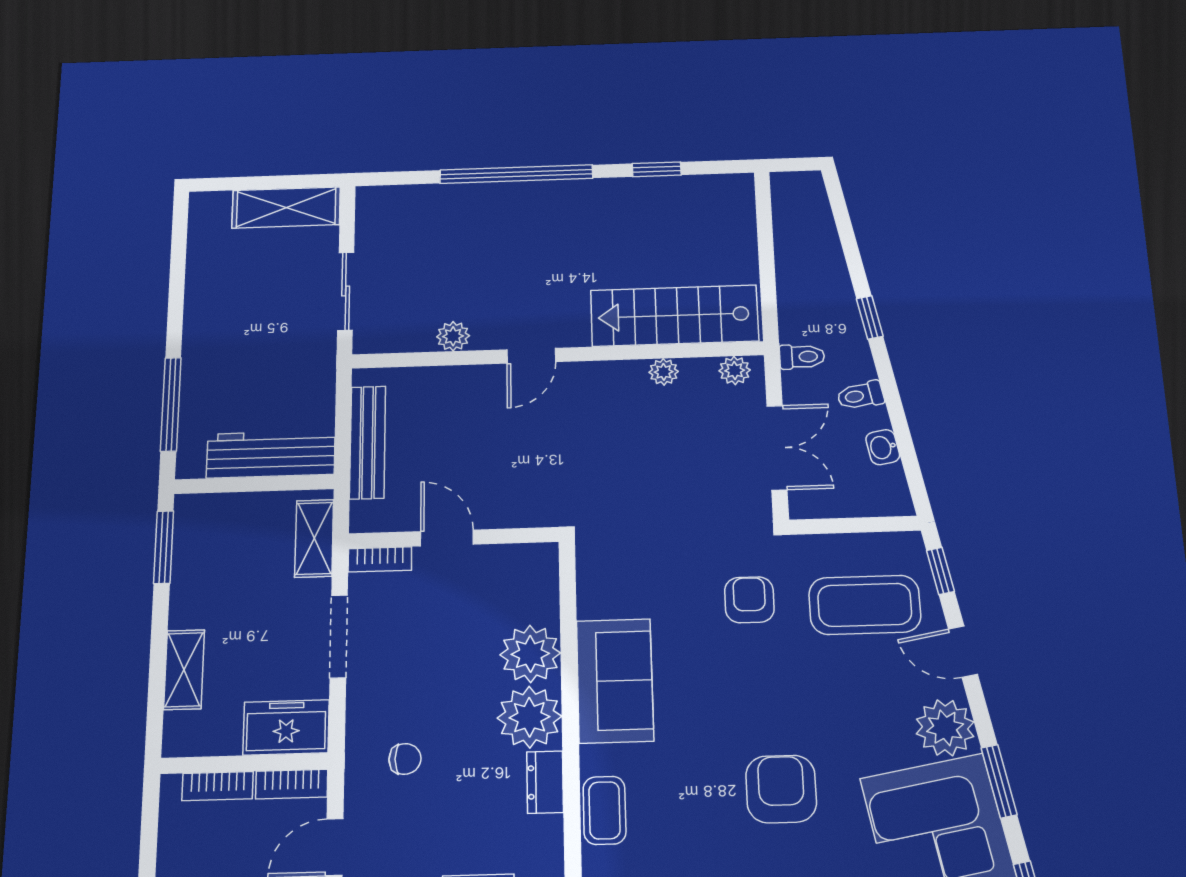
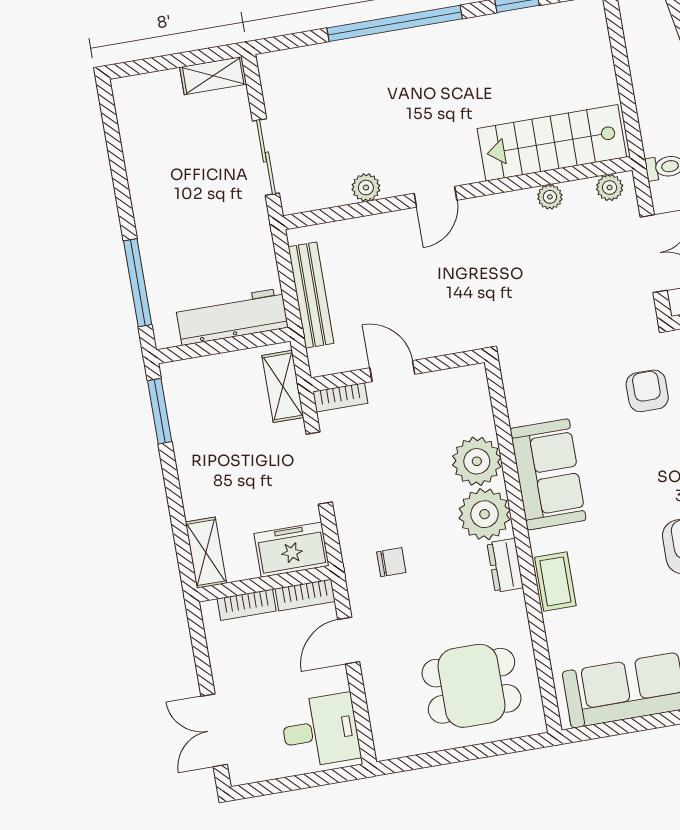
shelving: (286, 207) -> (213, 76), width x0.67, depth x0.75
shelving: (184, 670) -> (206, 553), moved

